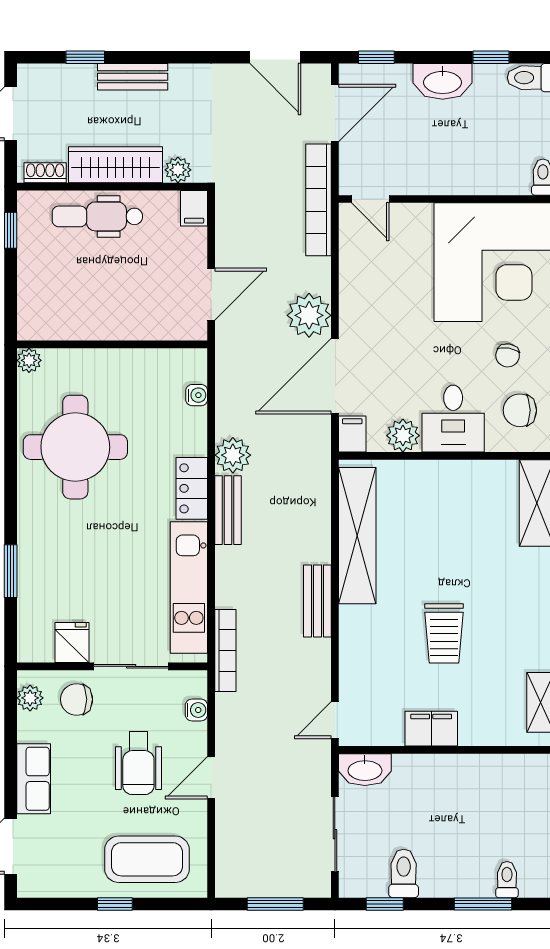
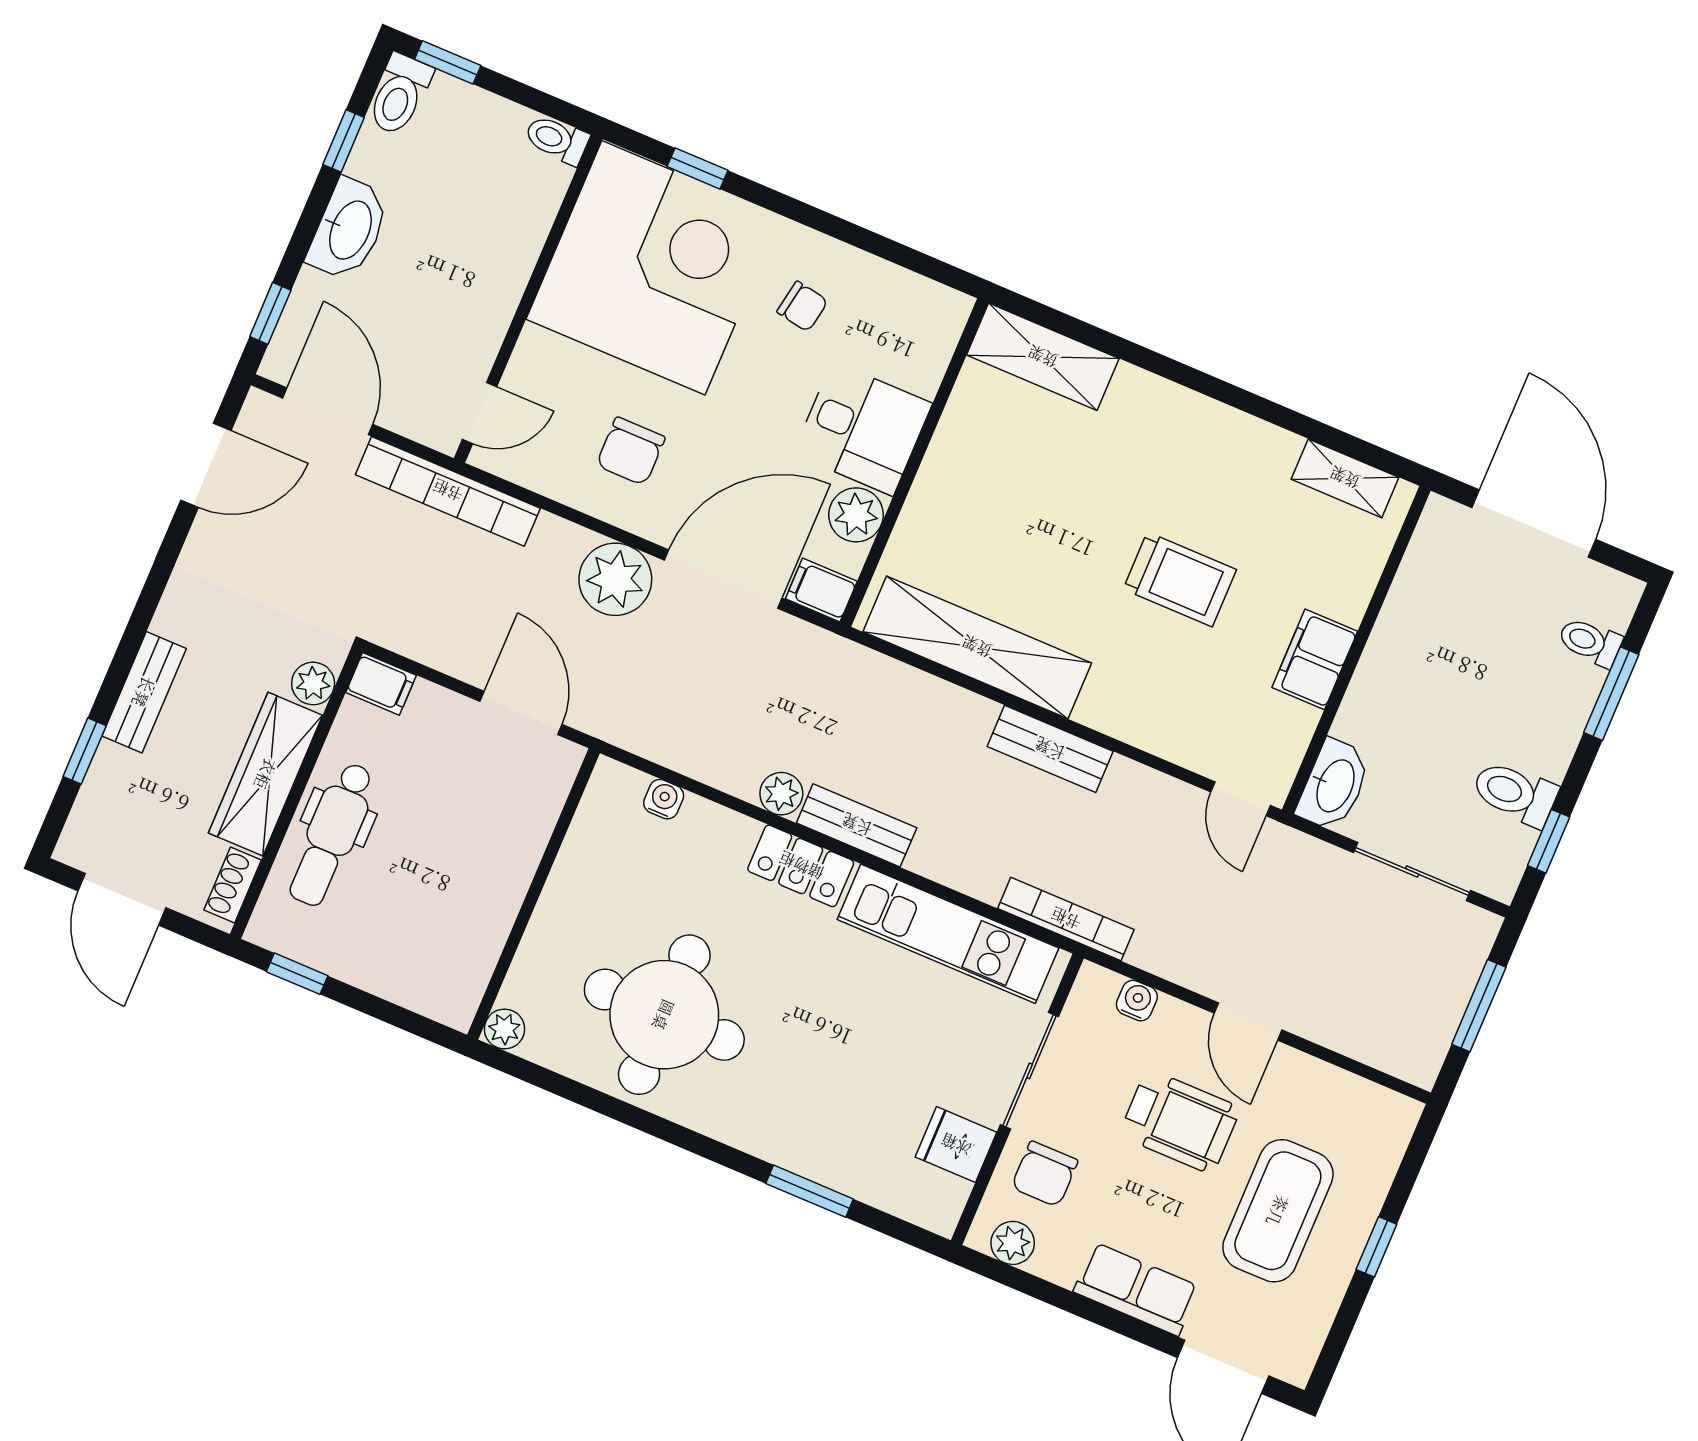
door: (335, 376) -> (723, 579), swing flipped
chair: (520, 410) -> (631, 451), moved
plant: (233, 455) -> (781, 794), width x0.73, depth x0.73
coffee table: (147, 859) -> (1278, 1211), moved

